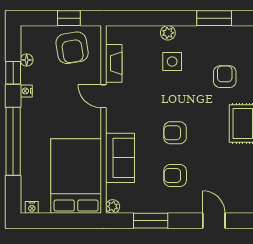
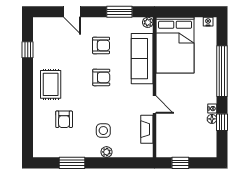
armchair: (72, 48) -> (178, 141), removed
floor lamp: (27, 60) -> (212, 119), moved
sofa: (120, 158) -> (142, 59), width x1.36

